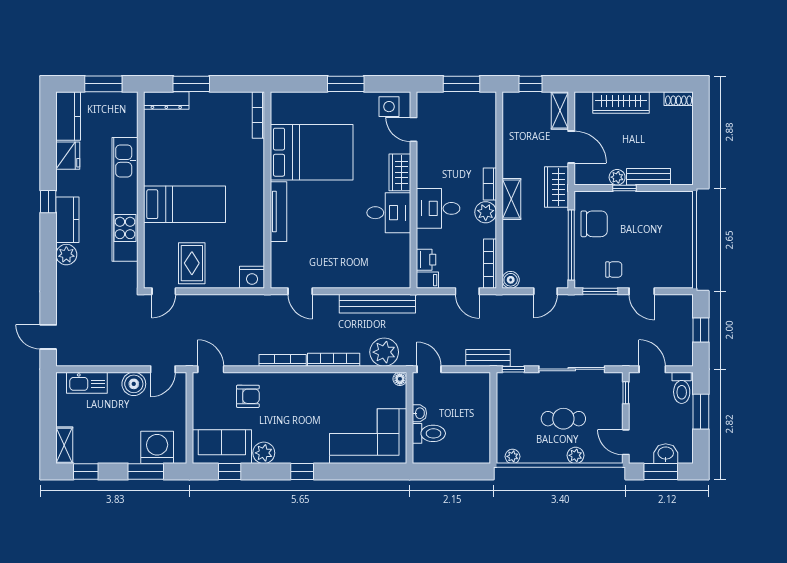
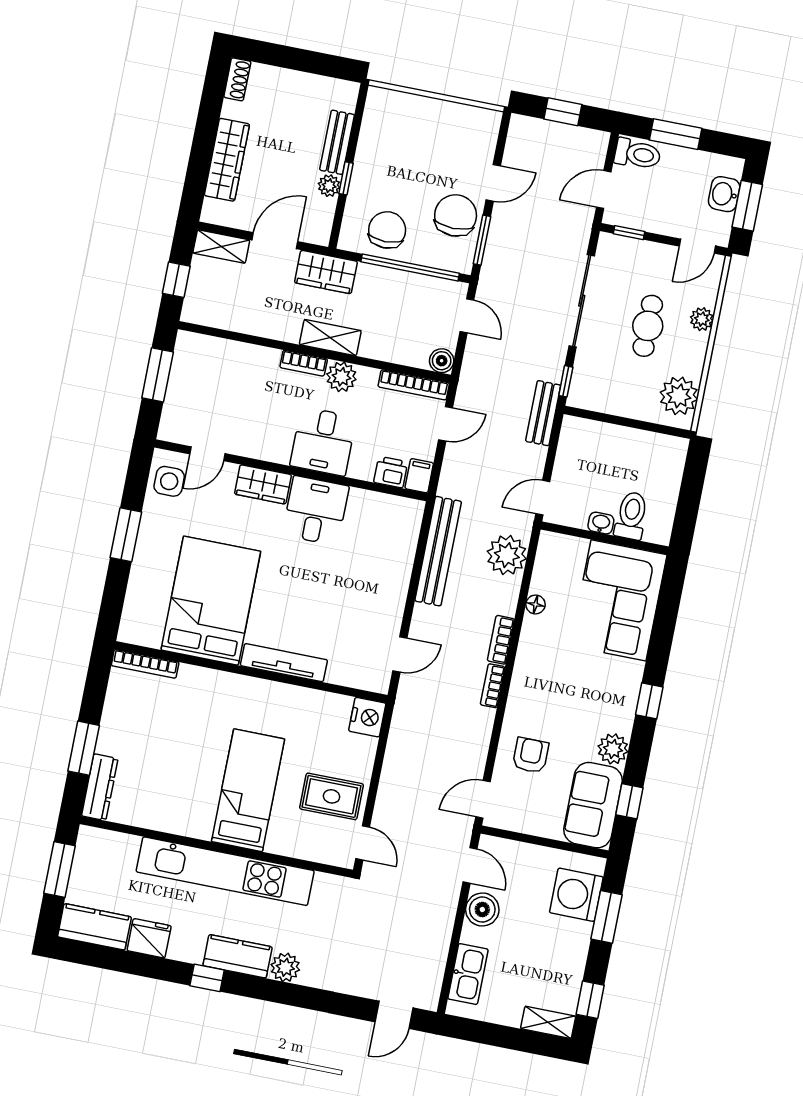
chair: (614, 270) -> (456, 215), width x1.87, depth x1.87
bookcase: (283, 360) -> (493, 686), width x0.64
bookcase: (334, 360) -> (501, 640), width x0.64
floor lamp: (400, 379) -> (535, 604), moved
plant: (512, 456) -> (679, 396), width x1.87, depth x1.87

